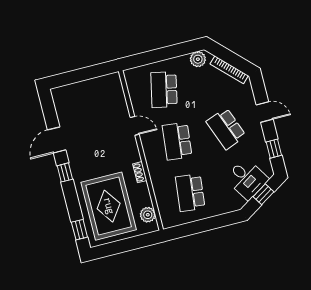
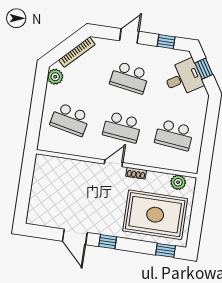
door: (135, 126) -> (113, 163), moved
school desk: (226, 129) -> (130, 78), turned 30

